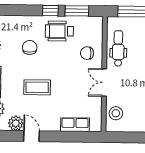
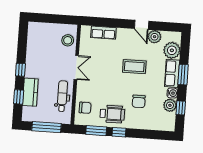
dental chair: (118, 48) -> (62, 96), turned 180
chair: (87, 53) -> (85, 108), moved

